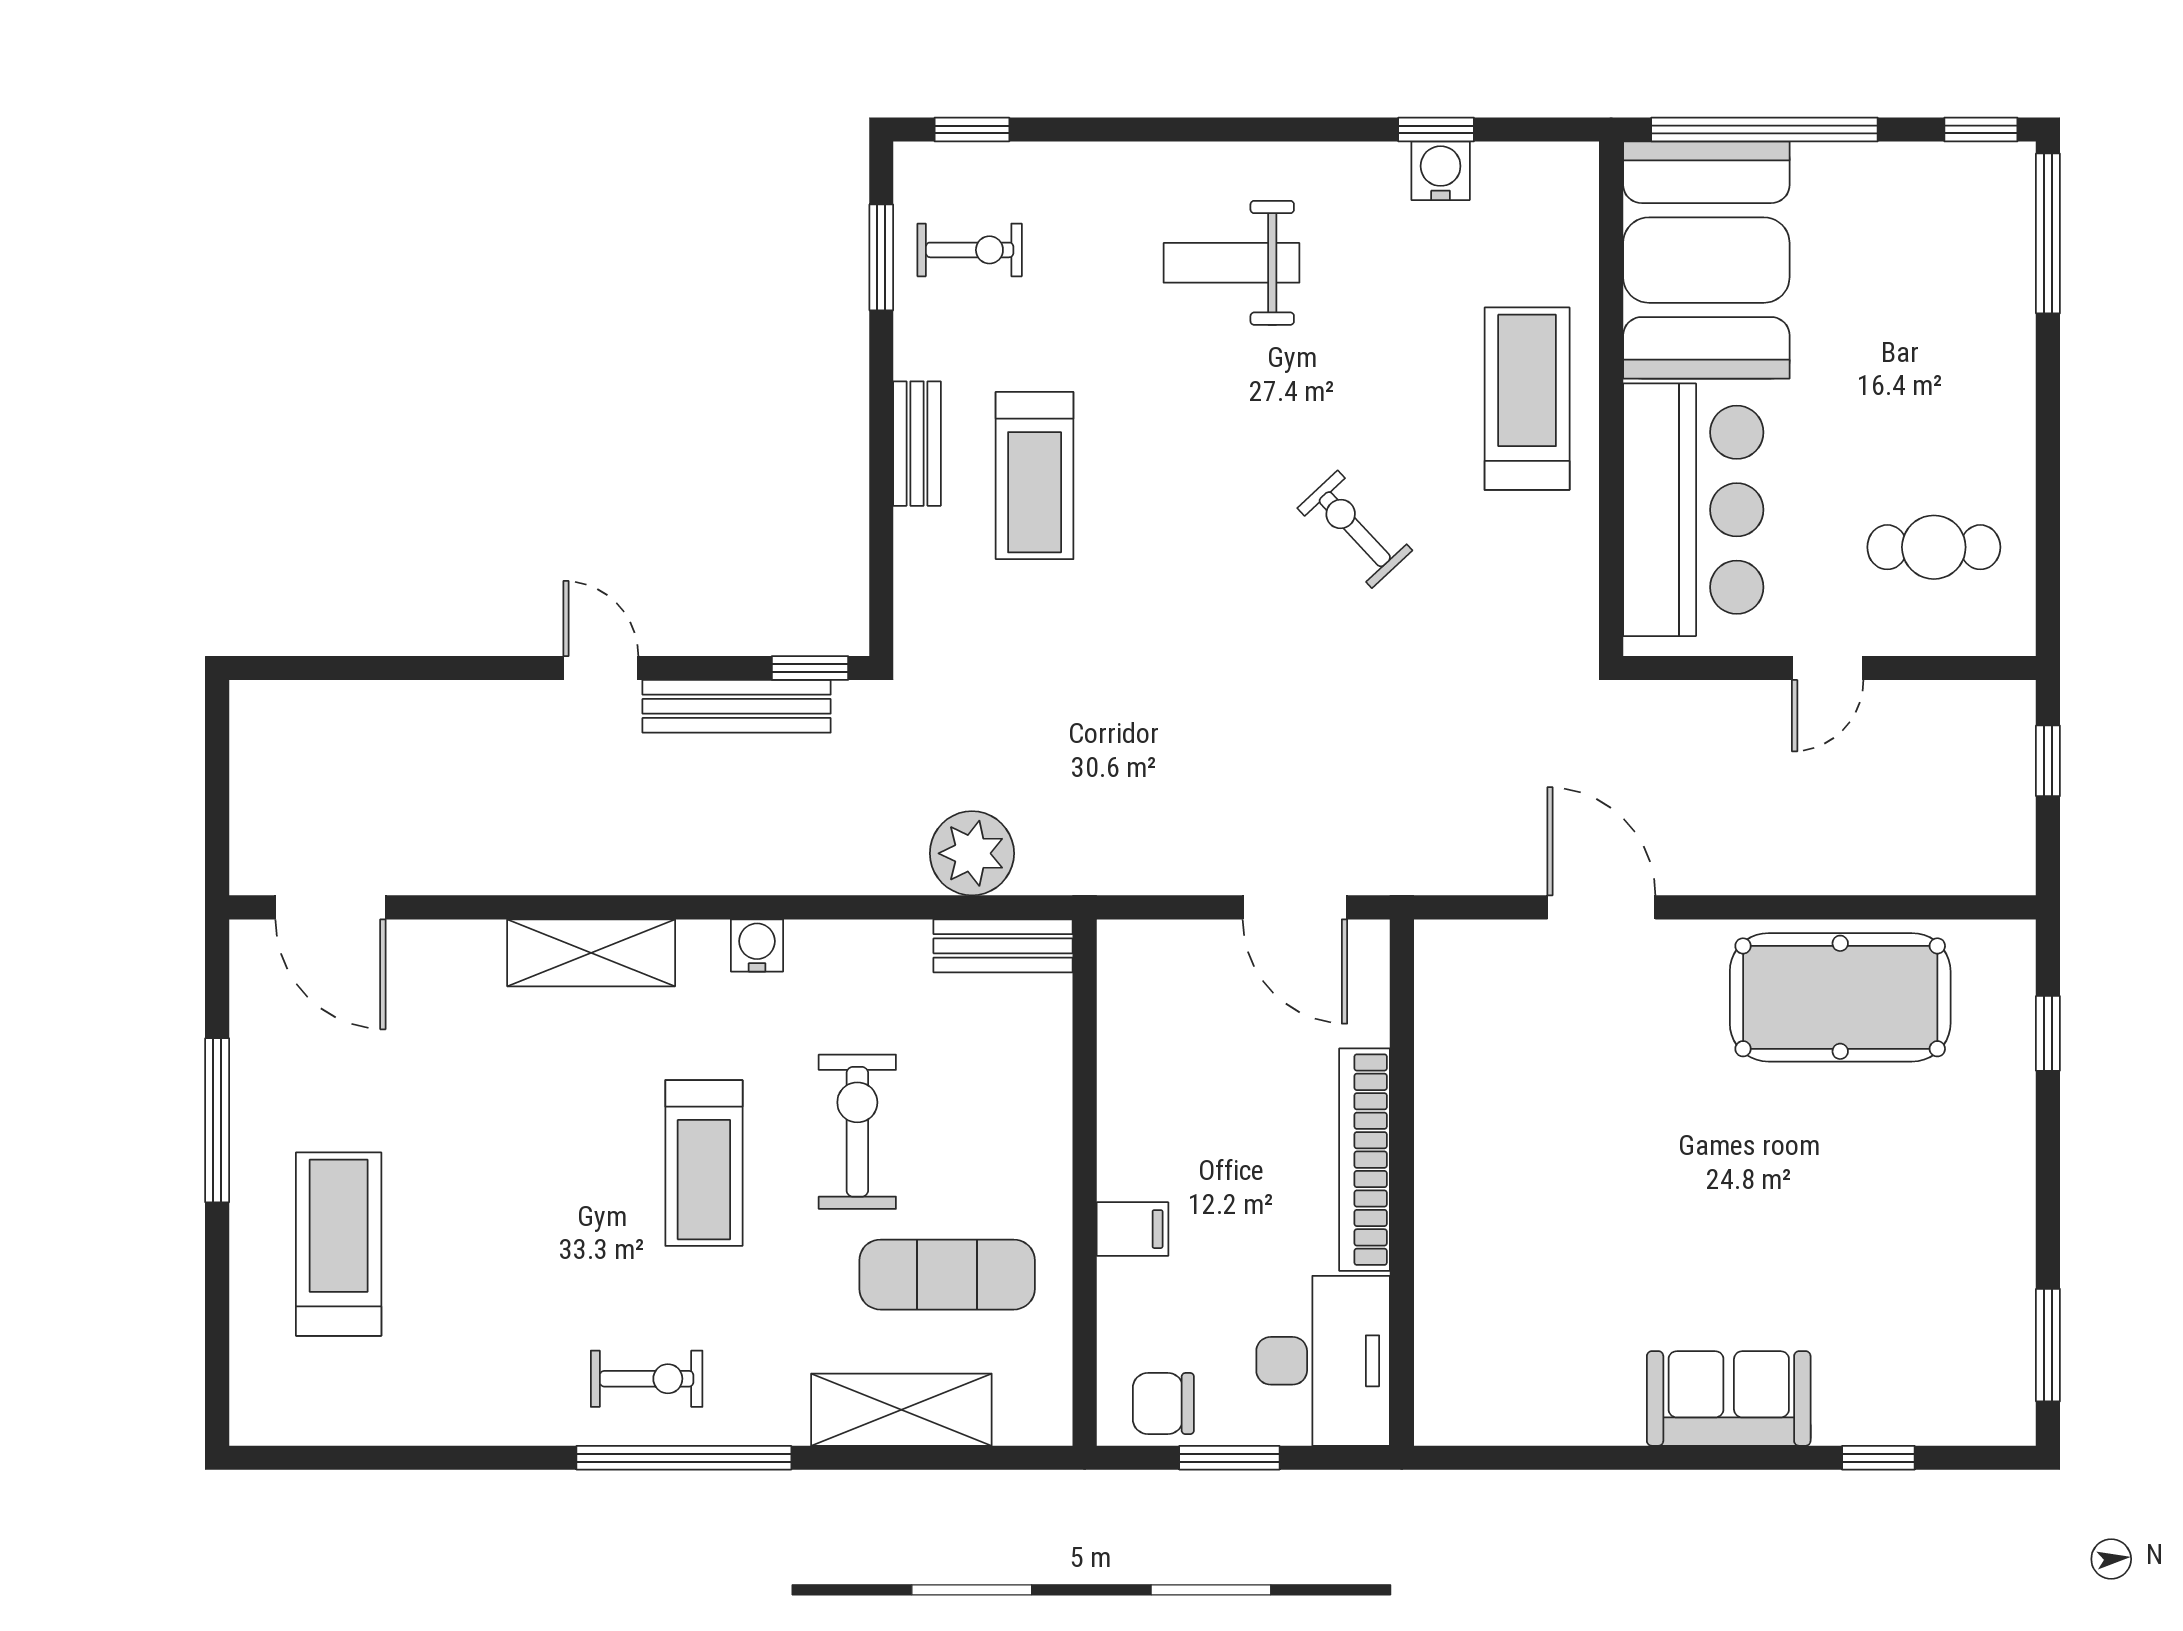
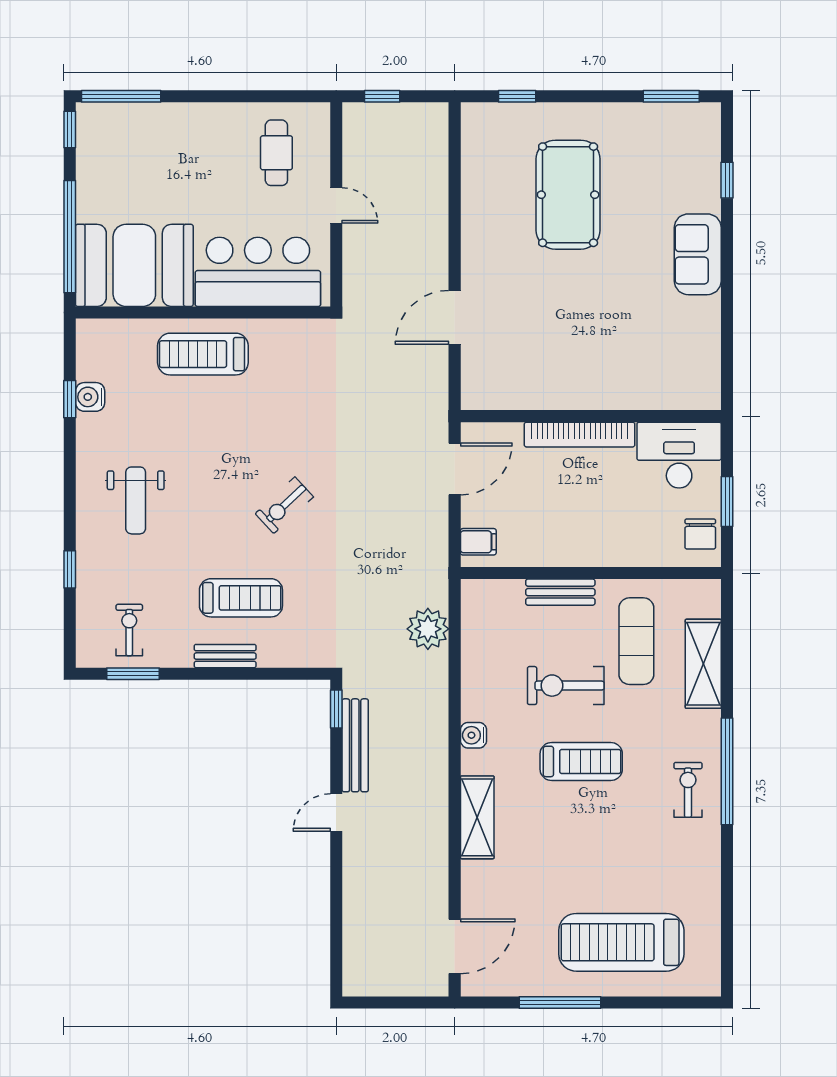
window: (972, 130) -> (70, 569), moved
exercise bike: (1355, 529) -> (284, 505), moved
bench: (1003, 946) -> (560, 592), moved, turned 90
pool table: (1840, 997) -> (568, 195), moved
filing cabinet: (1132, 1229) -> (478, 542), moved, turned 90
treadmill: (339, 1244) -> (621, 942), width x1.37, depth x1.38

